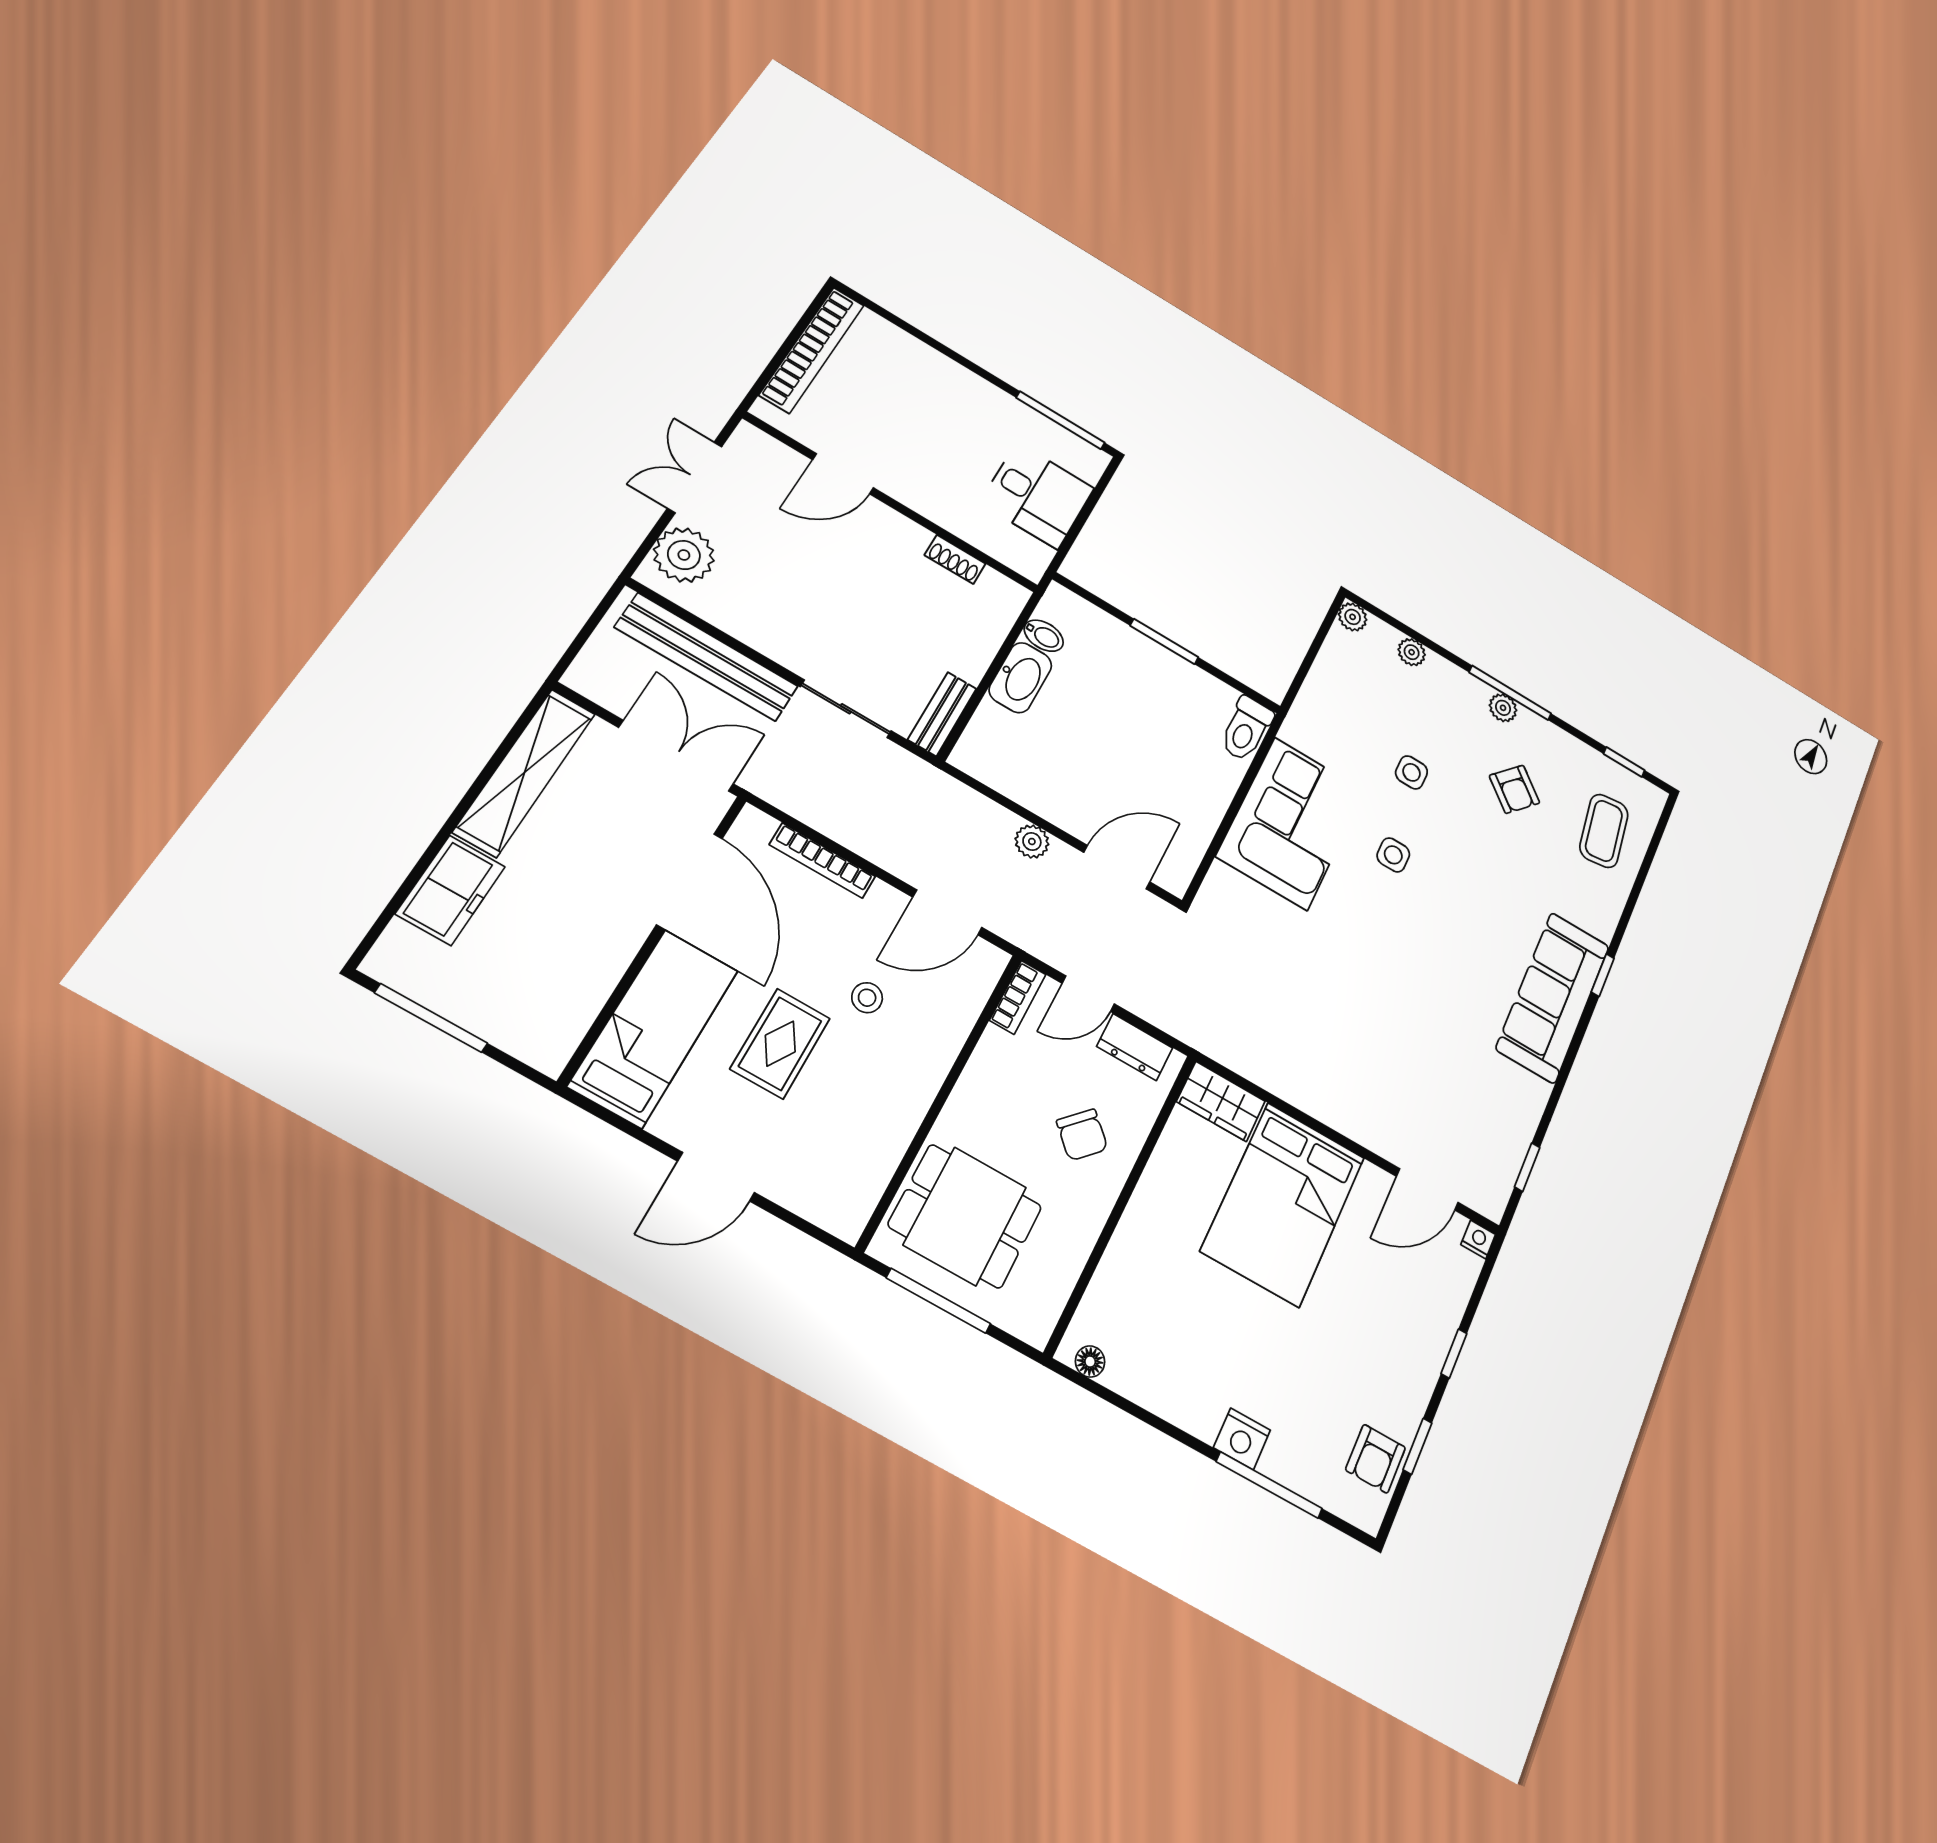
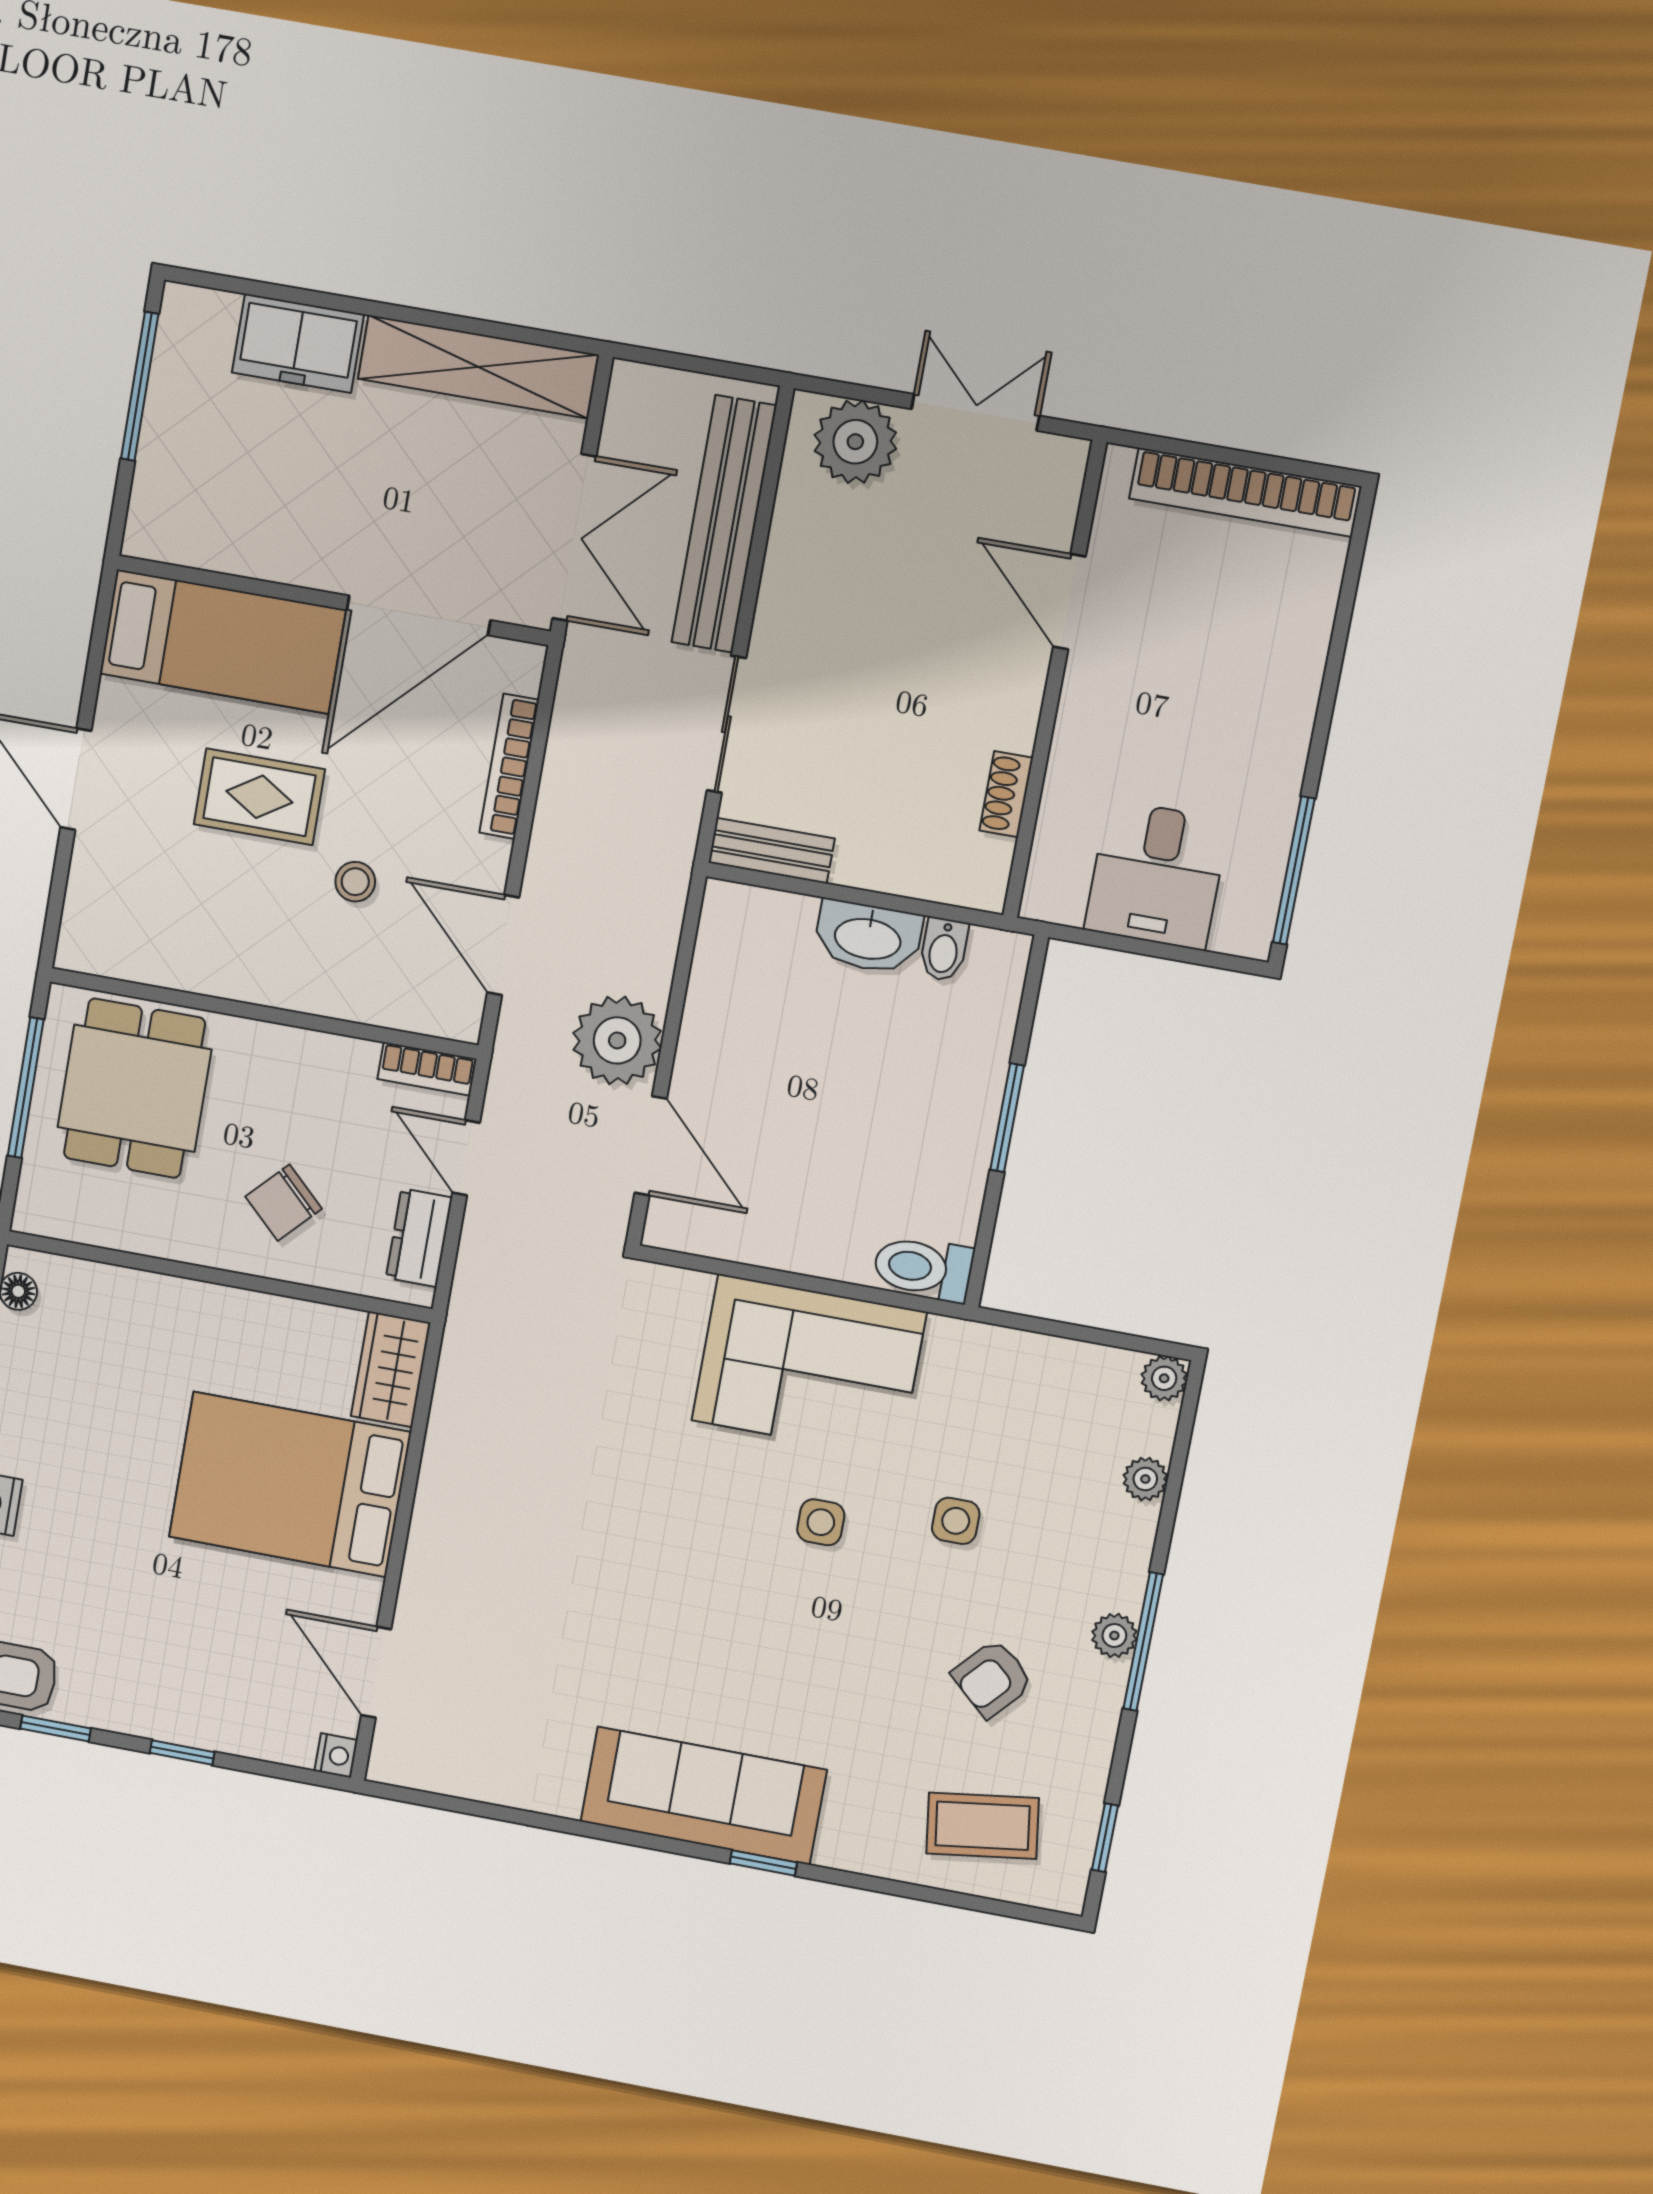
plant: (1032, 842) -> (617, 1040), width x1.88, depth x1.88
window: (1527, 1167) -> (454, 1804), removed

